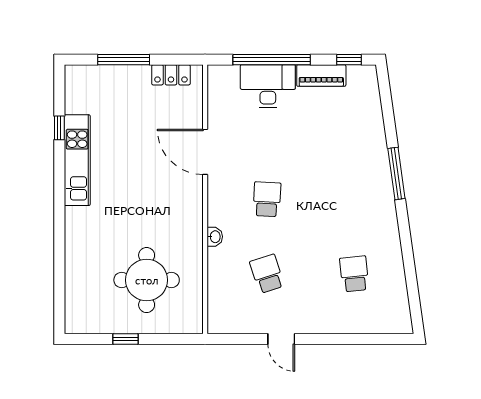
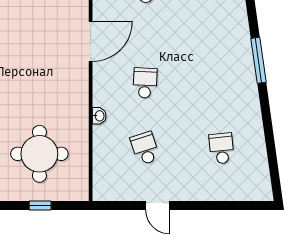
door: (205, 152) -> (91, 41), swing flipped
window: (125, 339) -> (40, 206), moved

